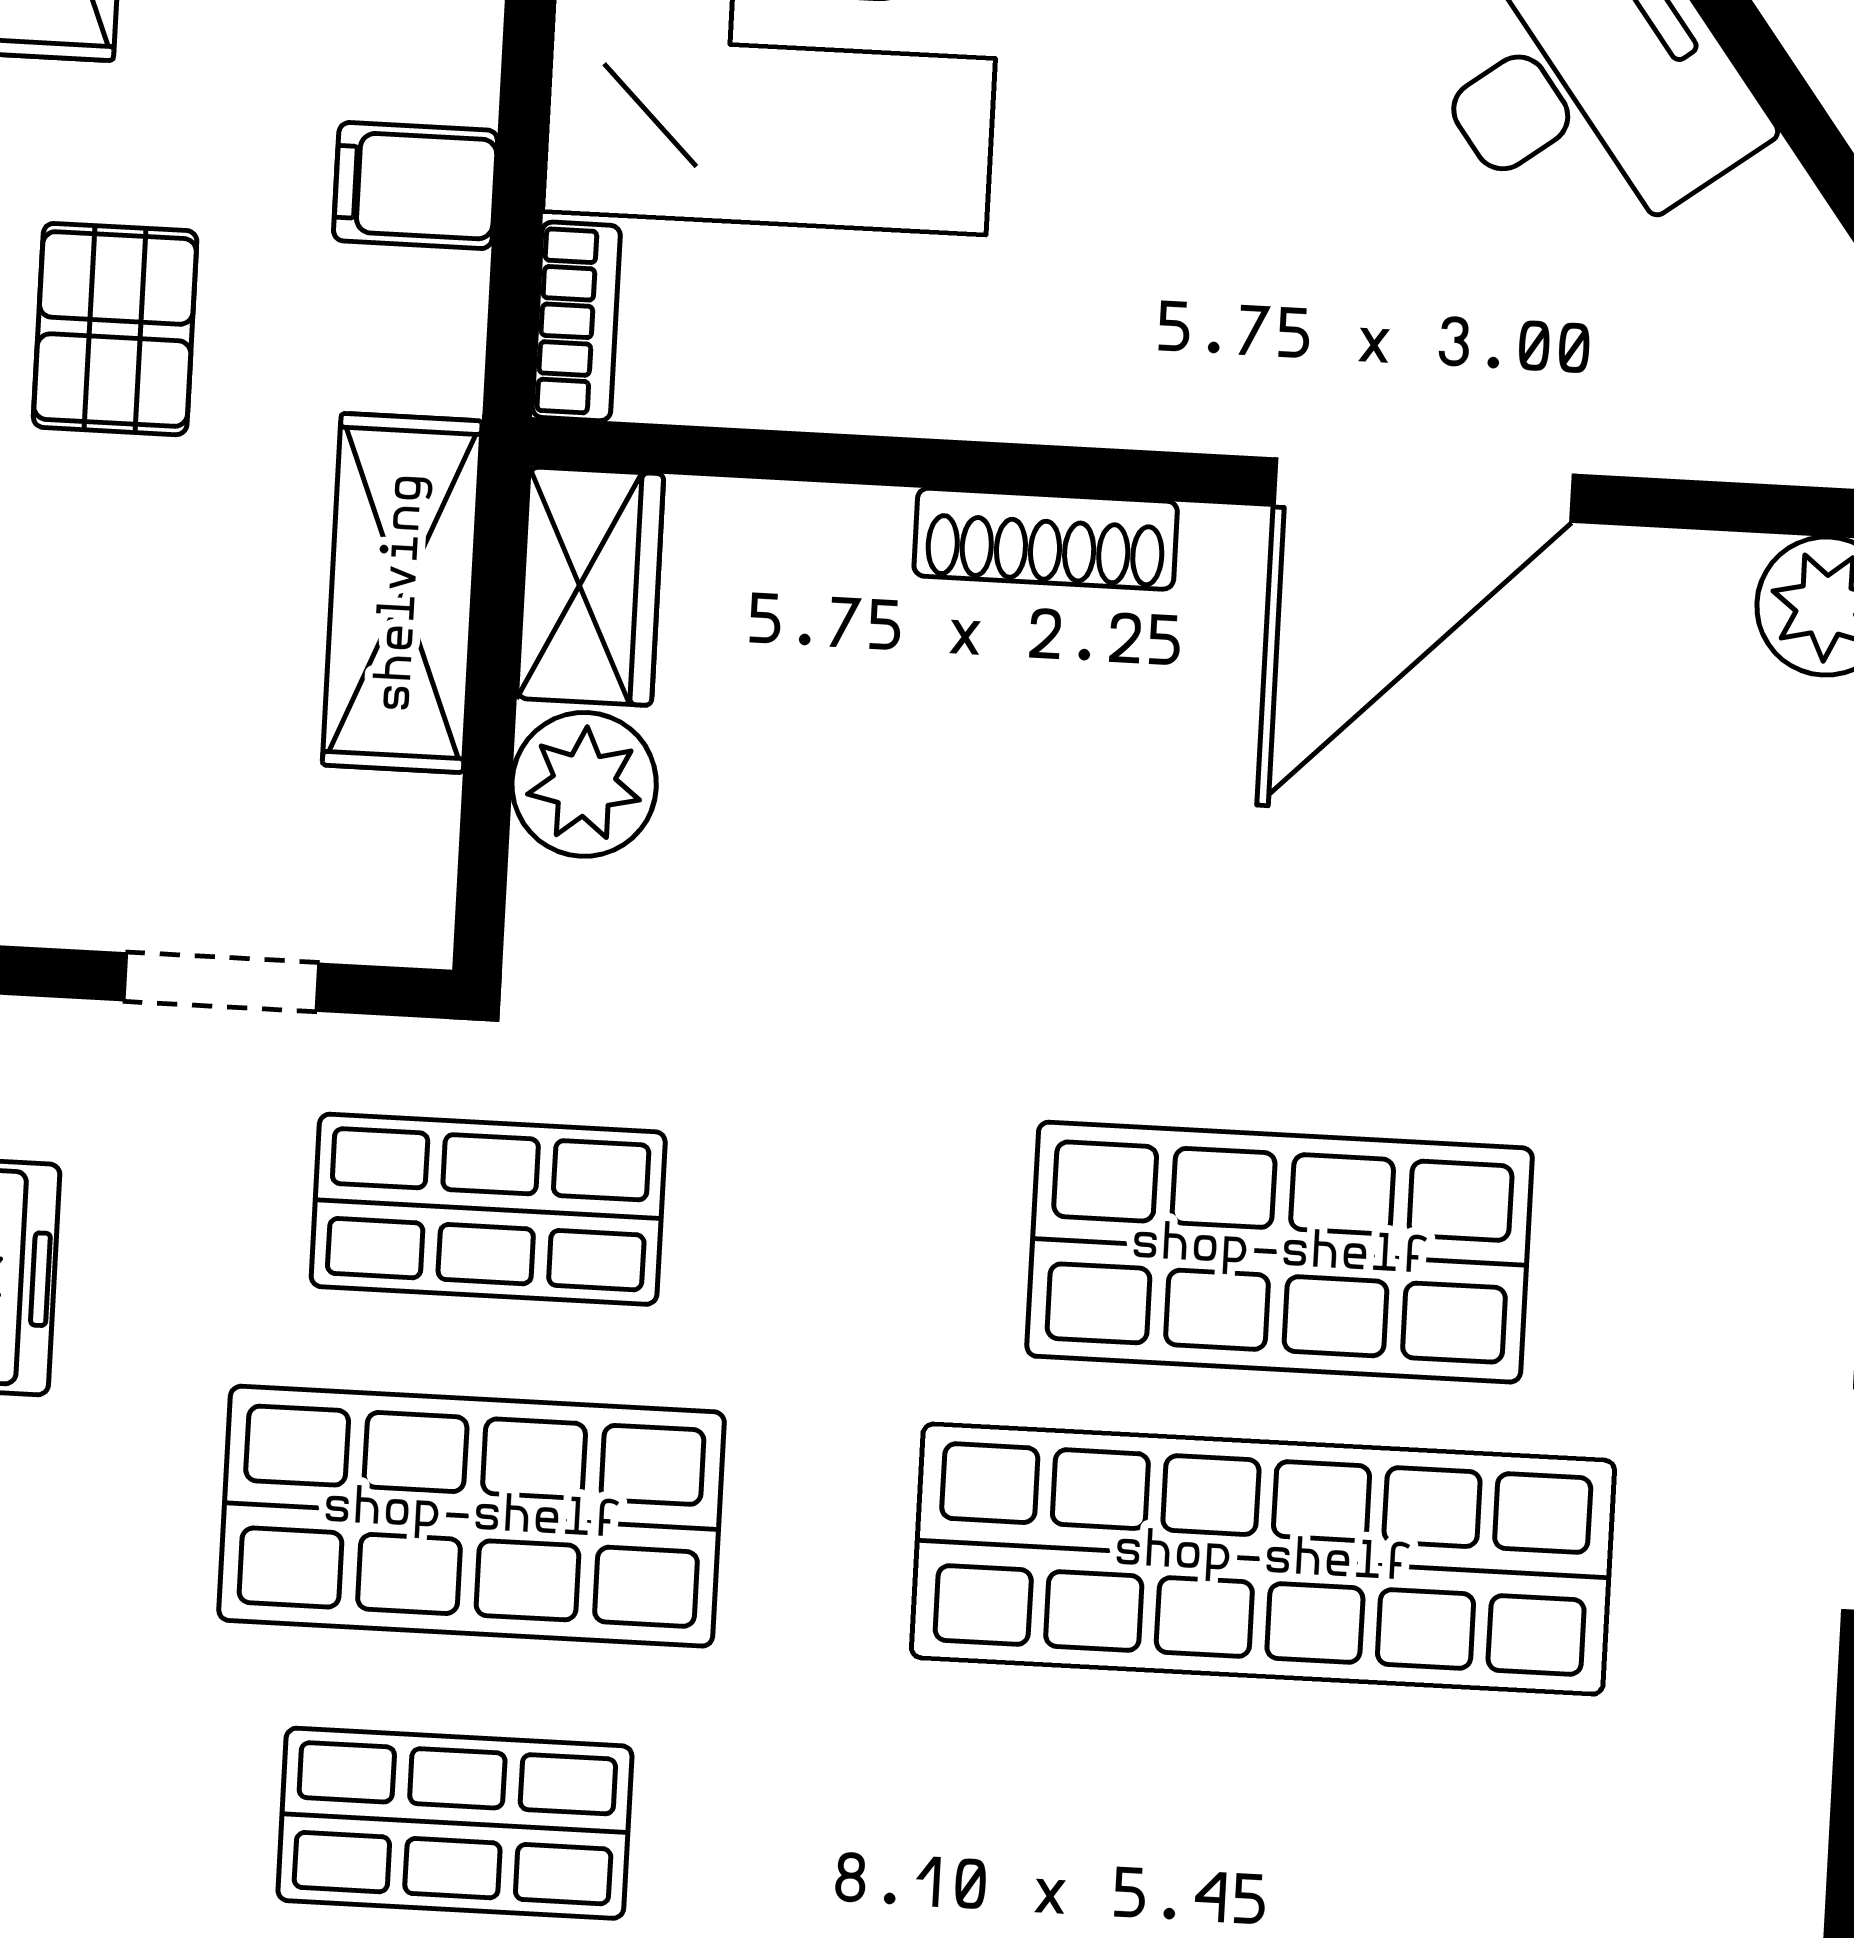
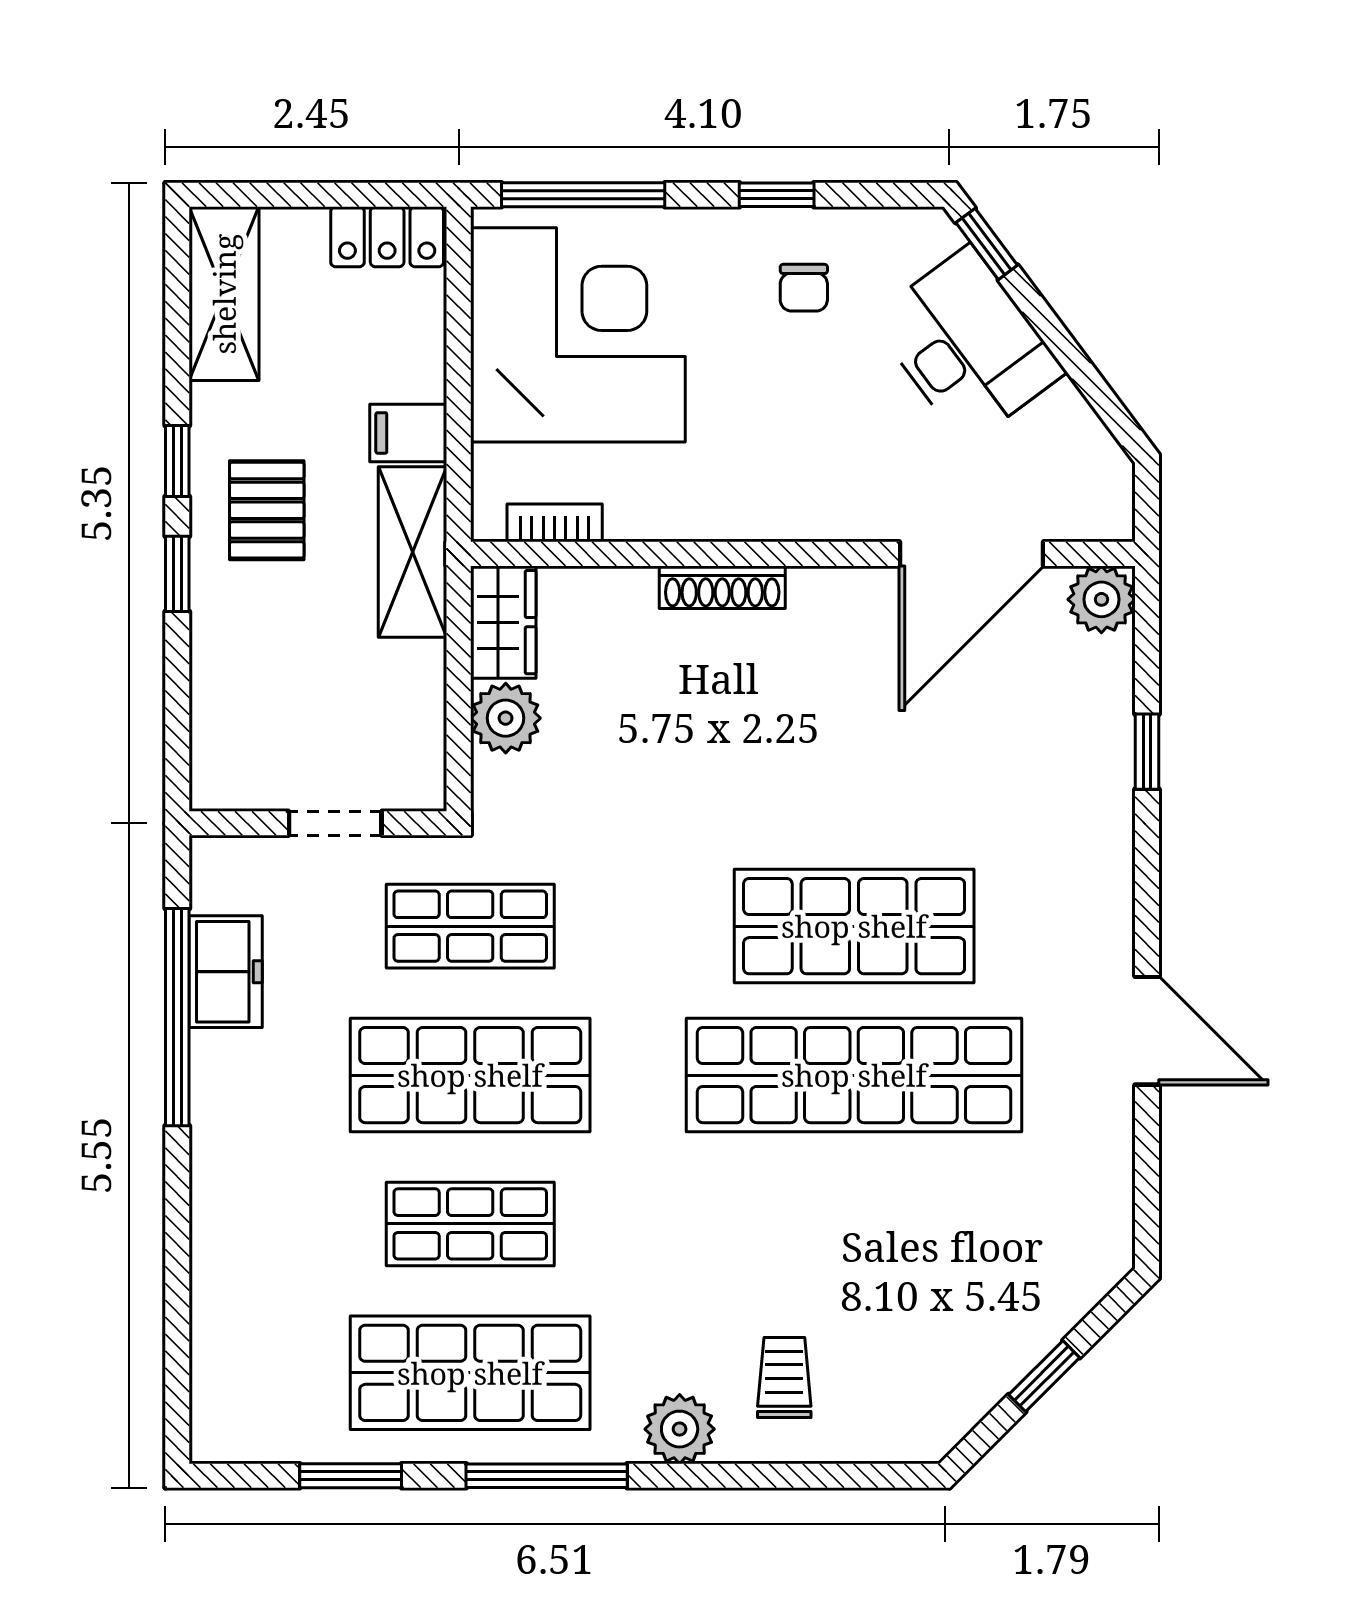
bookcase: (576, 321) -> (555, 523), moved, turned -90
door: (1424, 490) -> (972, 554), moved
shelving: (402, 593) -> (412, 552), moved

